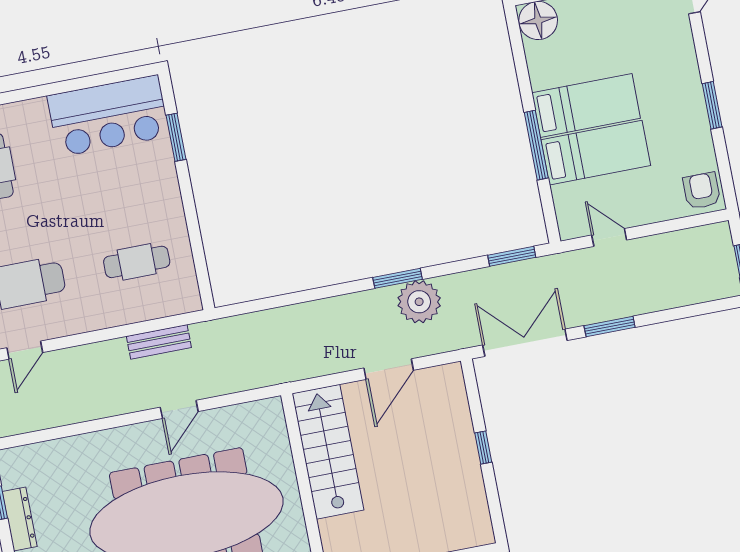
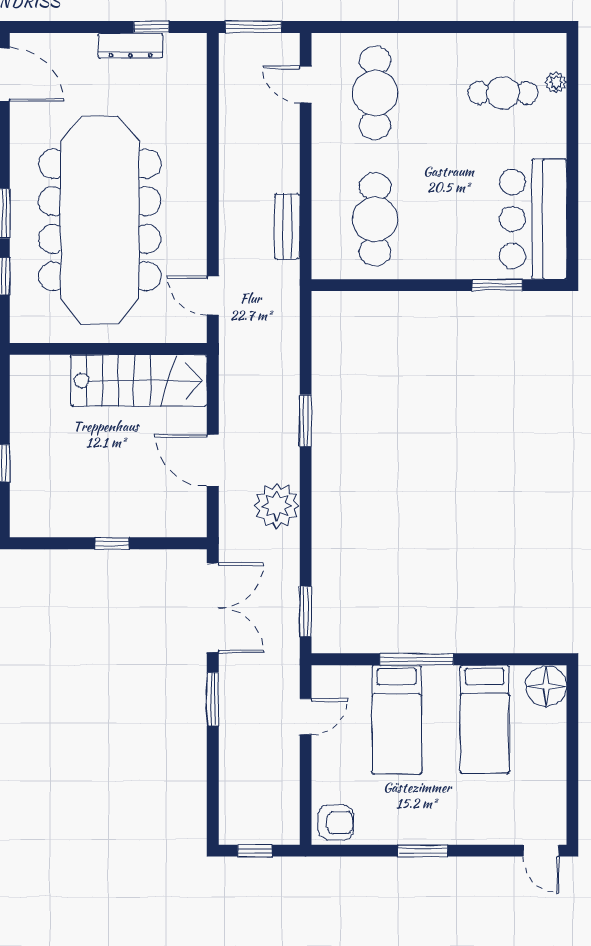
bed: (586, 105) -> (485, 719), moved
cafe table: (137, 262) -> (375, 219), width x1.37, depth x1.35
window: (398, 278) -> (306, 421), moved
door: (179, 409) -> (213, 296), moved

